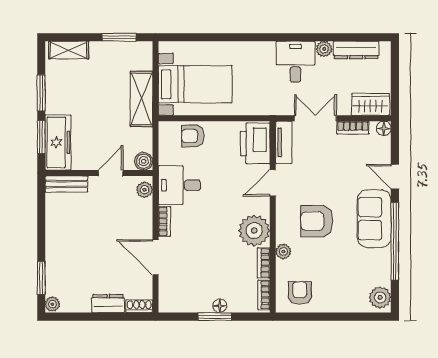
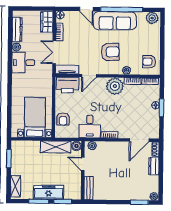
shelving: (141, 99) -> (56, 147), moved
freezer: (58, 142) -> (49, 192), moved
door: (395, 177) -> (86, 9), hinge flipped
door: (273, 183) -> (89, 76), hinge flipped
sofa: (374, 219) -> (115, 21), width x1.36
armchair: (317, 221) -> (110, 52), turned -92
door: (155, 257) -> (139, 140), moved

